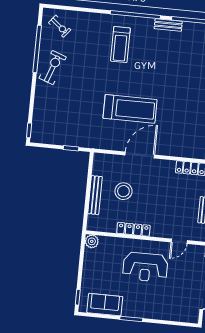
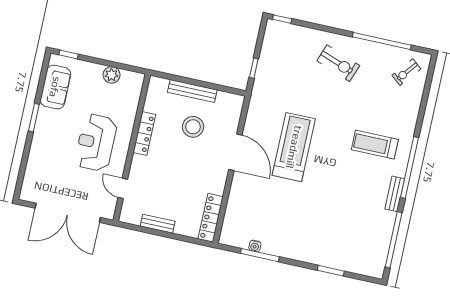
bench: (168, 25) -> (395, 194), moved
exercise bike: (53, 68) -> (338, 63), moved
treadmill: (130, 109) -> (294, 147), turned 180
plant: (92, 241) -> (112, 75), moved

